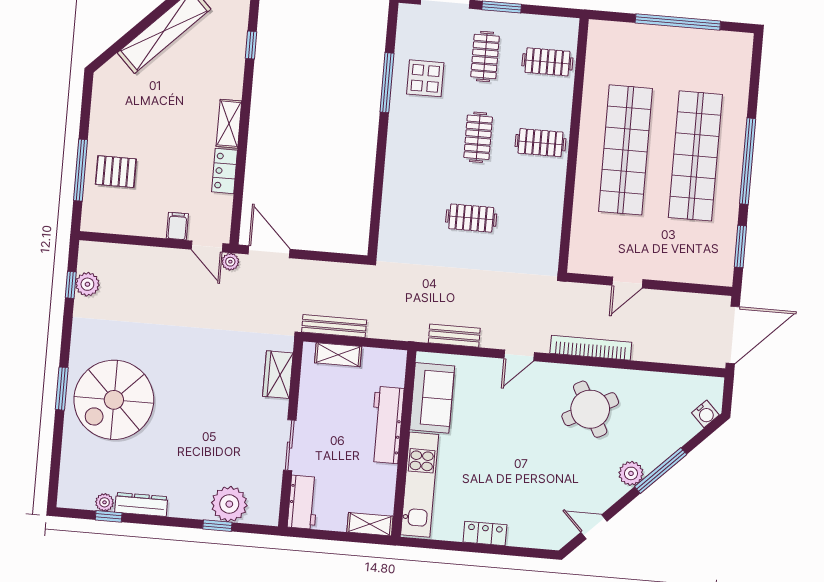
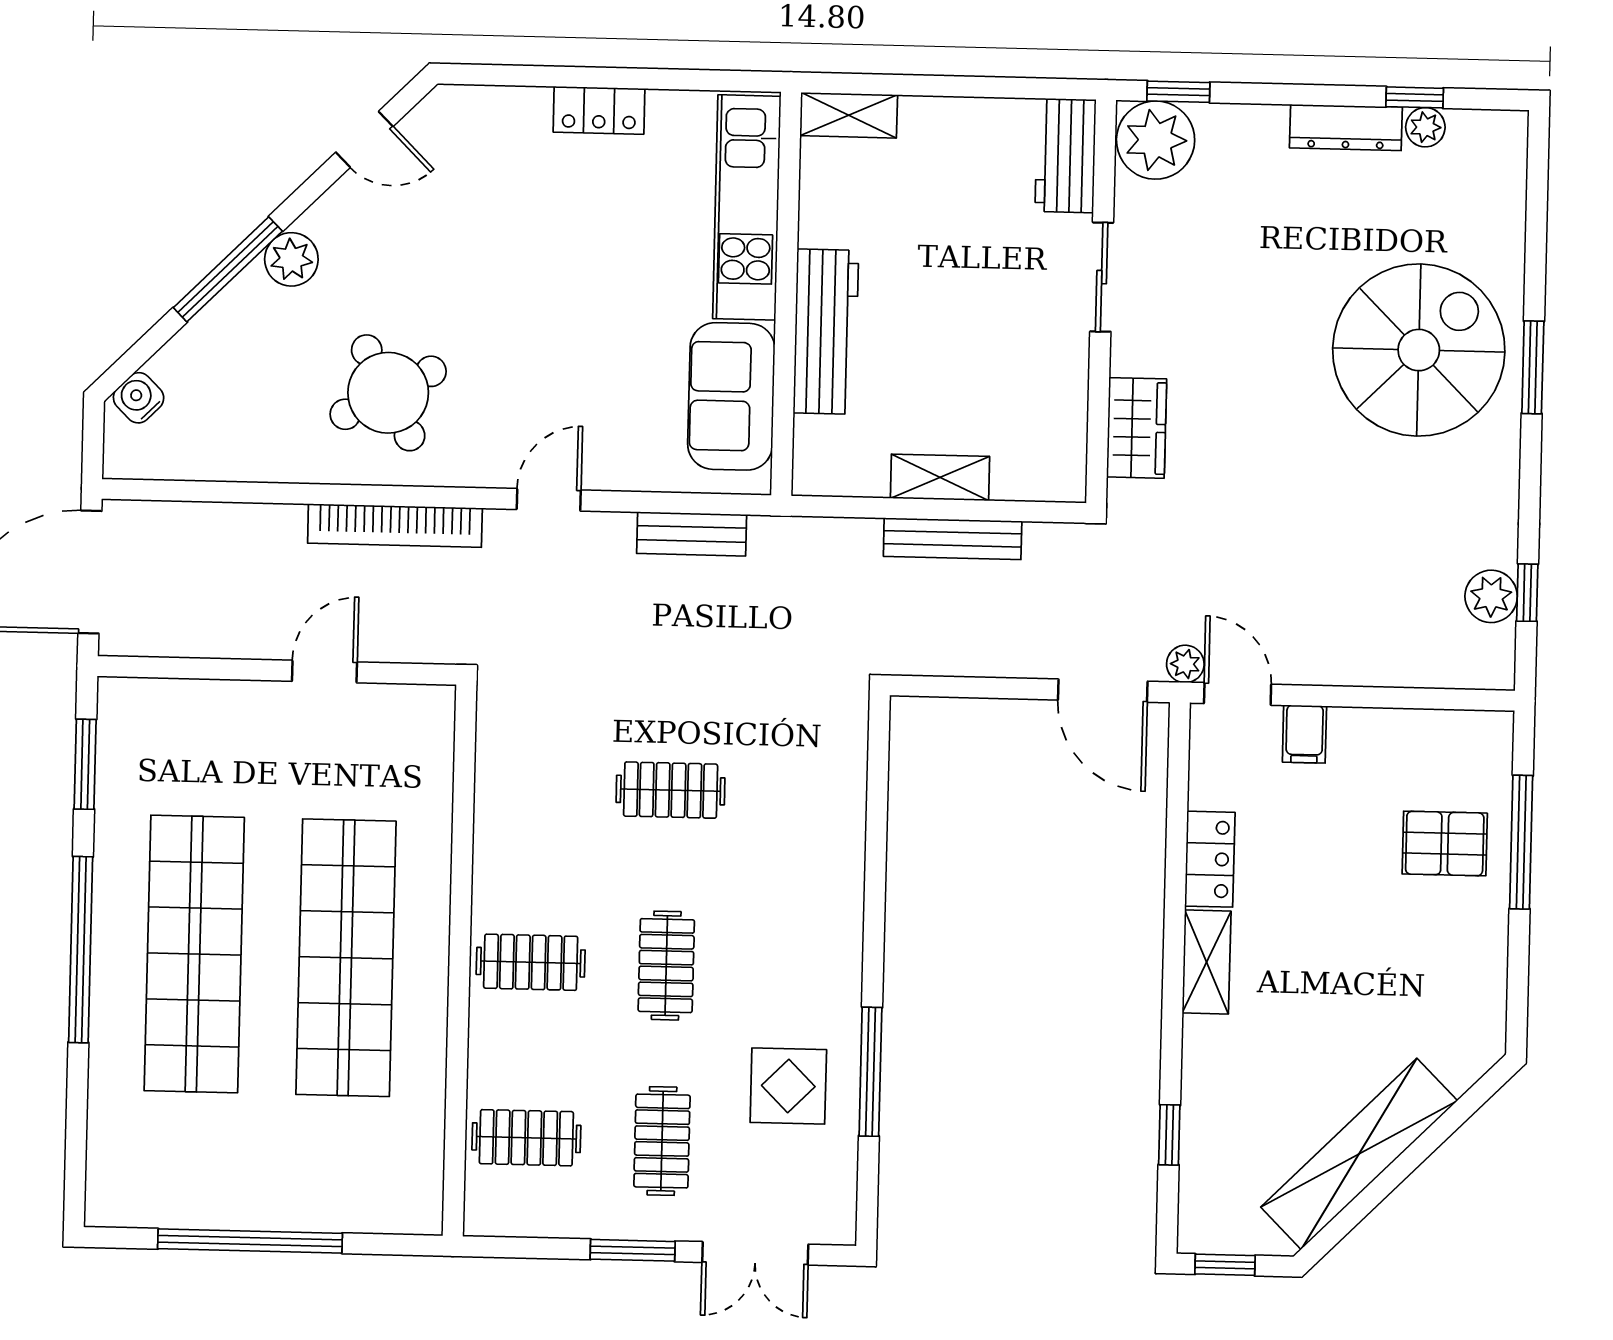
wardrobe: (278, 375) -> (1137, 428), moved
wall: (291, 434) -> (1101, 302), moved
sliding door: (290, 445) -> (1102, 277), moved
workbench: (303, 502) -> (1065, 155), moved

